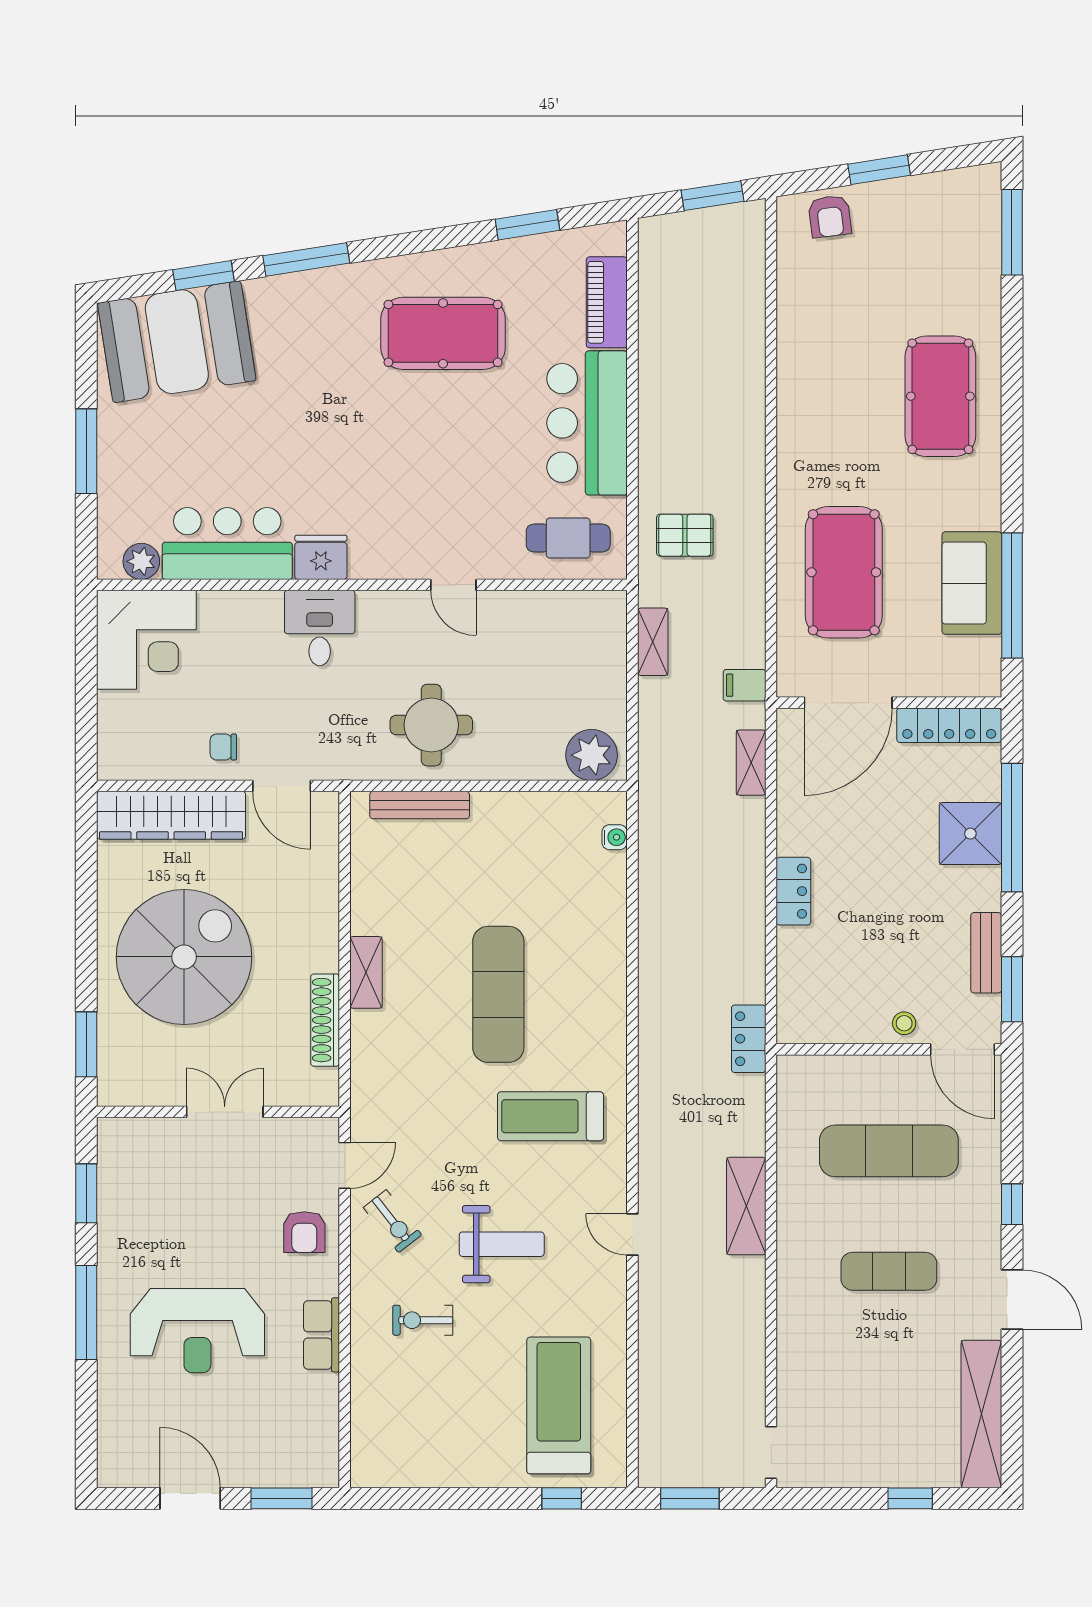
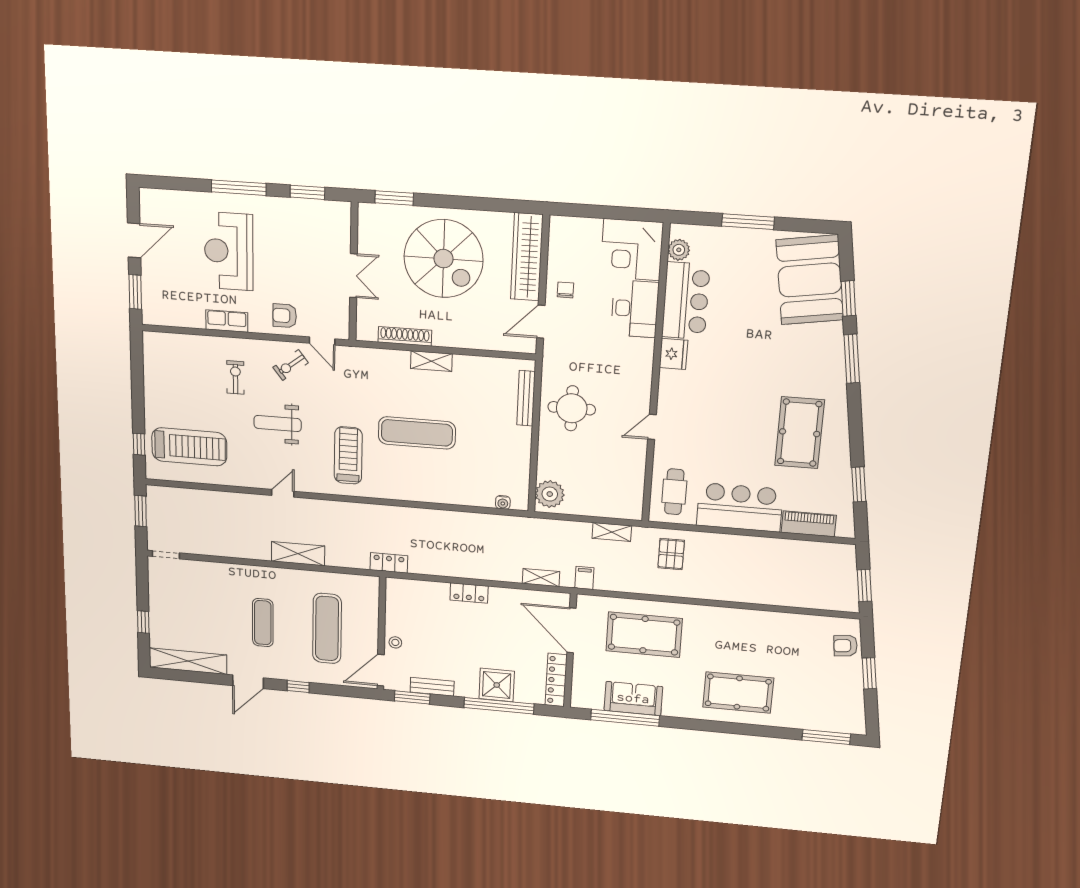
desk: (320, 628) -> (635, 309), moved, width x1.37
weight bench: (502, 1244) -> (278, 423), turned 90

